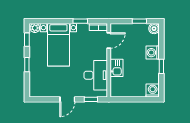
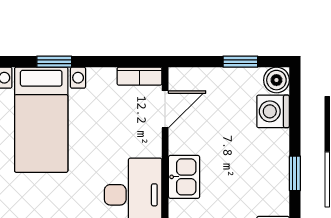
window: (80, 21) -> (54, 62), moved
washing machine: (153, 53) -> (273, 111), moved

